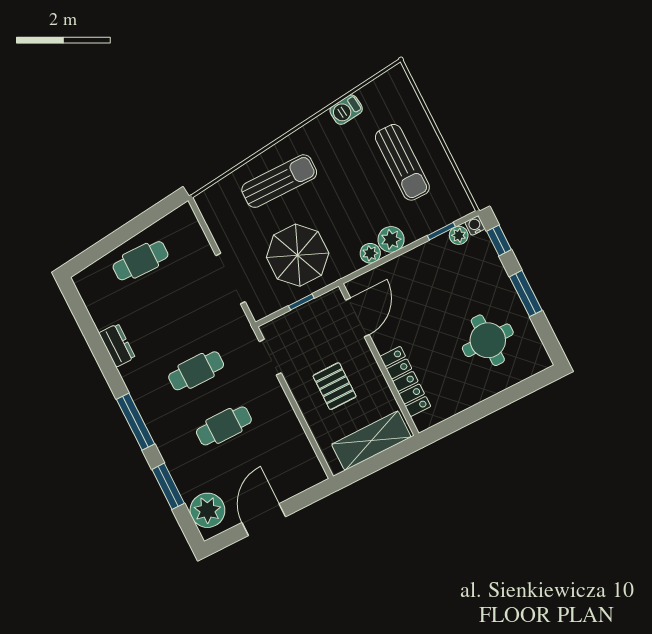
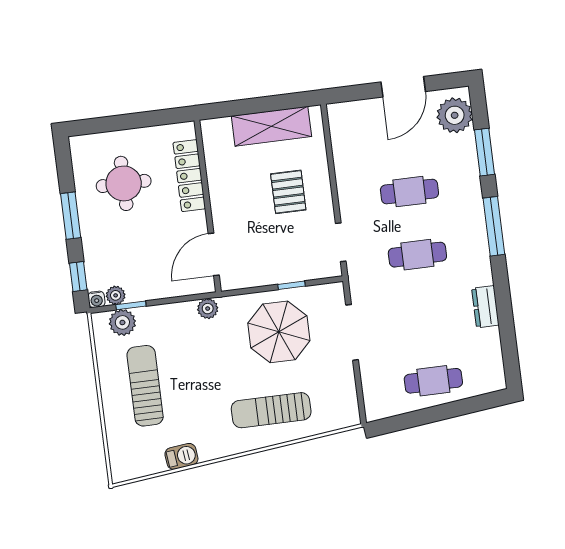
plant: (391, 239) -> (122, 322), moved
door: (357, 317) -> (214, 254), moved
wall: (379, 360) -> (208, 206), moved
locker: (405, 381) -> (189, 176), moved

